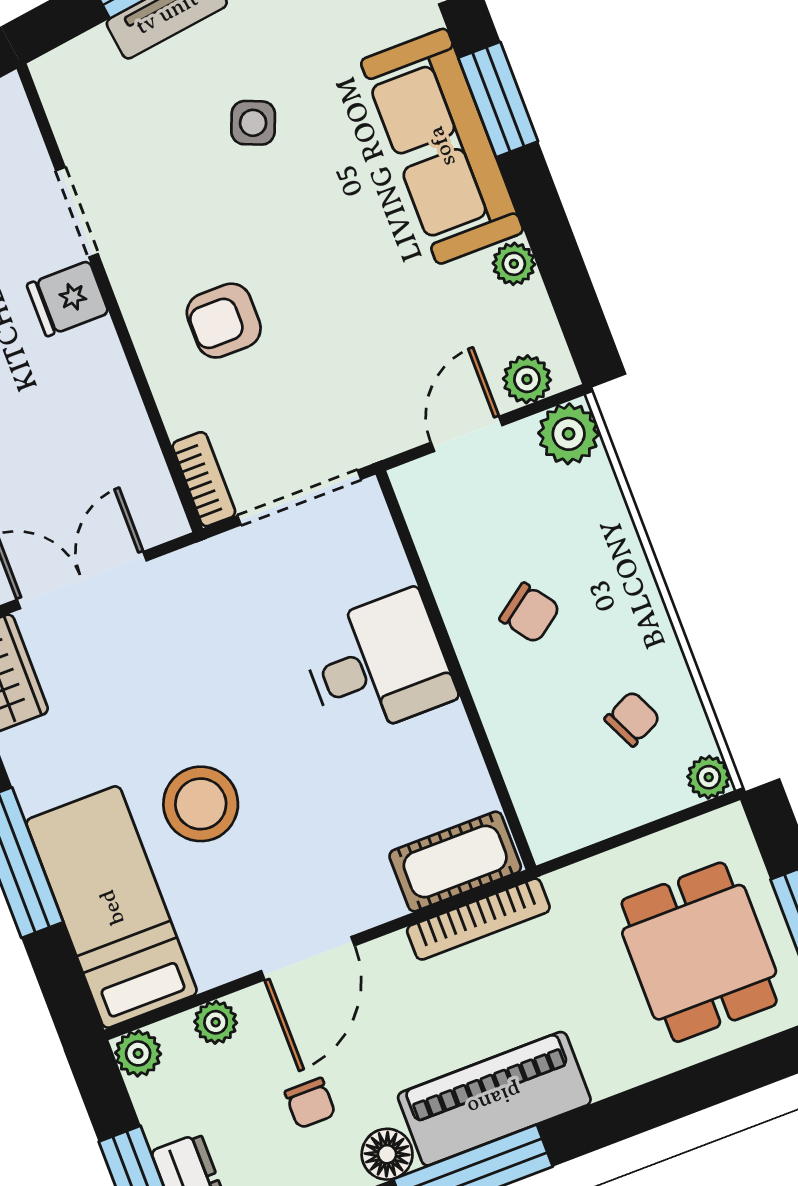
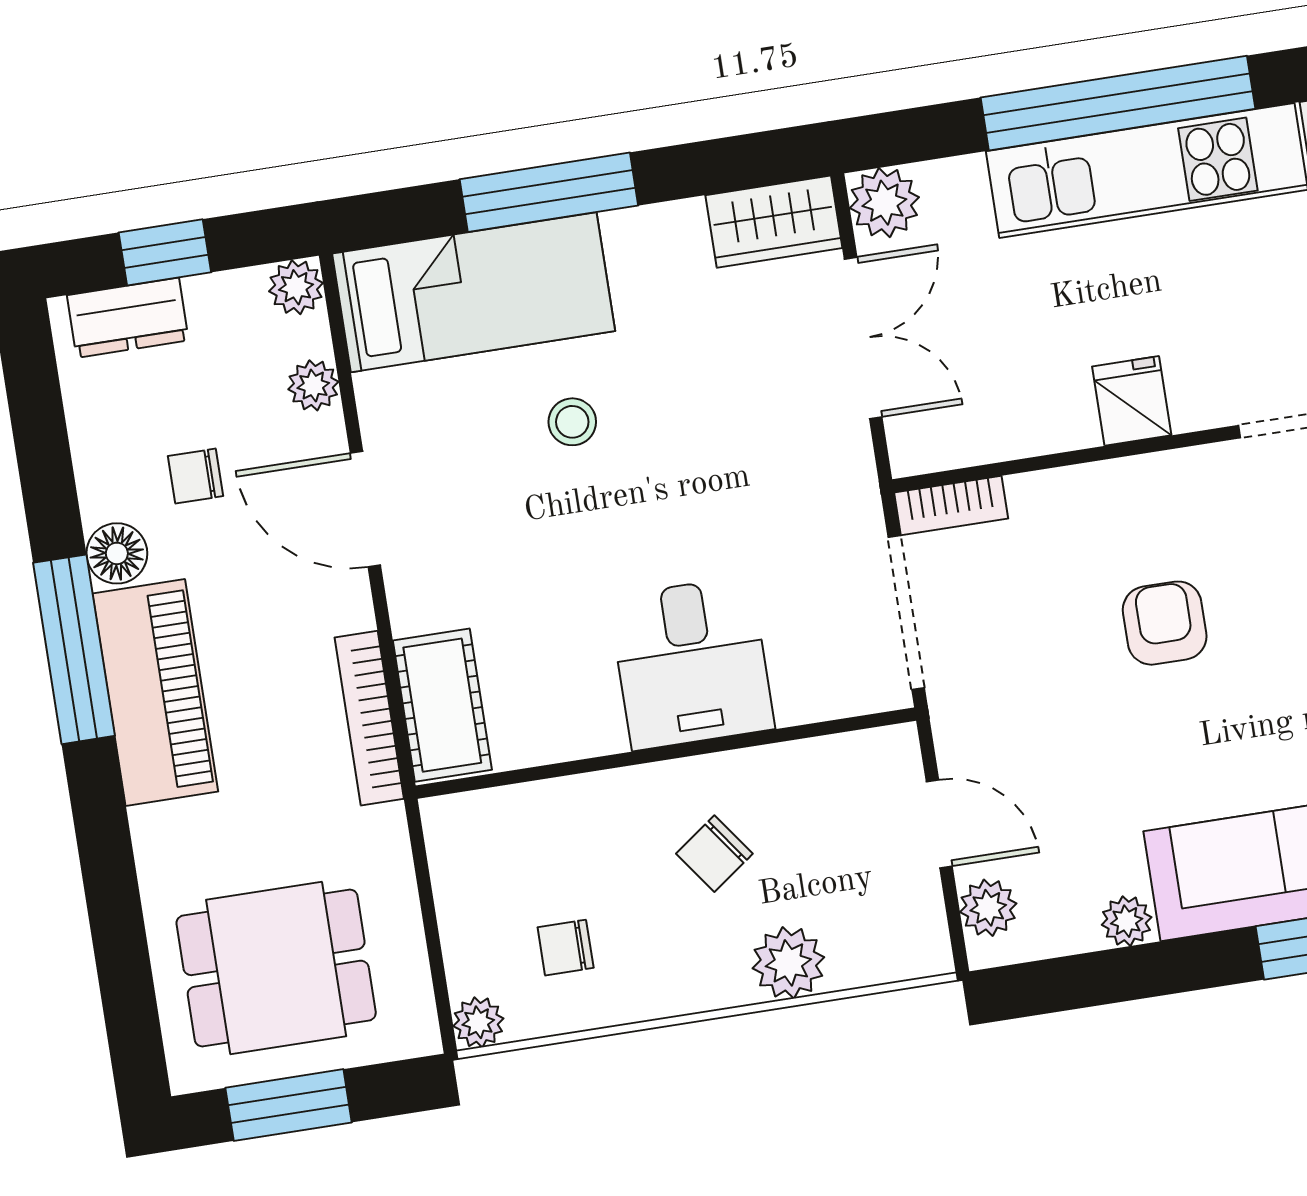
fridge: (68, 299) -> (1132, 401), moved
armchair: (224, 321) -> (1165, 623), moved
plant: (569, 434) -> (788, 963), moved
chair: (632, 719) -> (566, 948), turned 115
stool: (201, 804) -> (572, 422), width x0.53, depth x0.53

